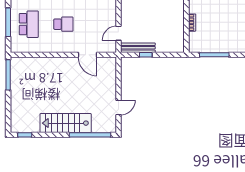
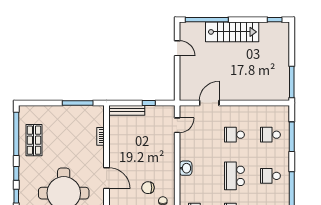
school desk: (29, 24) -> (270, 135), width x0.54
bench: (138, 48) -> (127, 110), moved
door: (88, 55) -> (209, 103), hinge flipped
door: (118, 107) -> (177, 48), swing flipped

